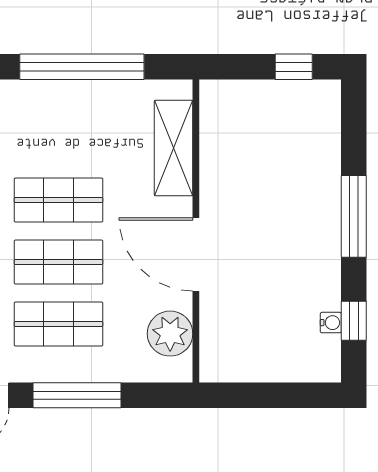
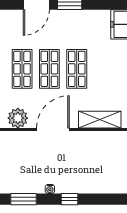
window: (354, 216) -> (70, 199), width x0.46
window: (354, 321) -> (24, 199), width x1.50
water cooler: (331, 323) -> (50, 189), moved

